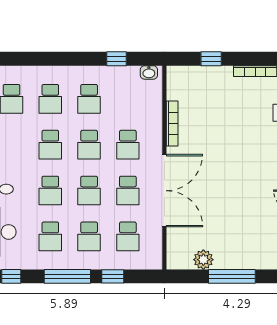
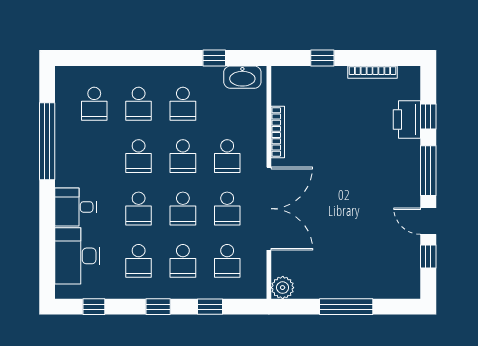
washbasin: (149, 72) -> (242, 77), width x1.91, depth x1.45
plant: (203, 260) -> (283, 288), moved
window: (67, 276) -> (158, 307), width x0.46

